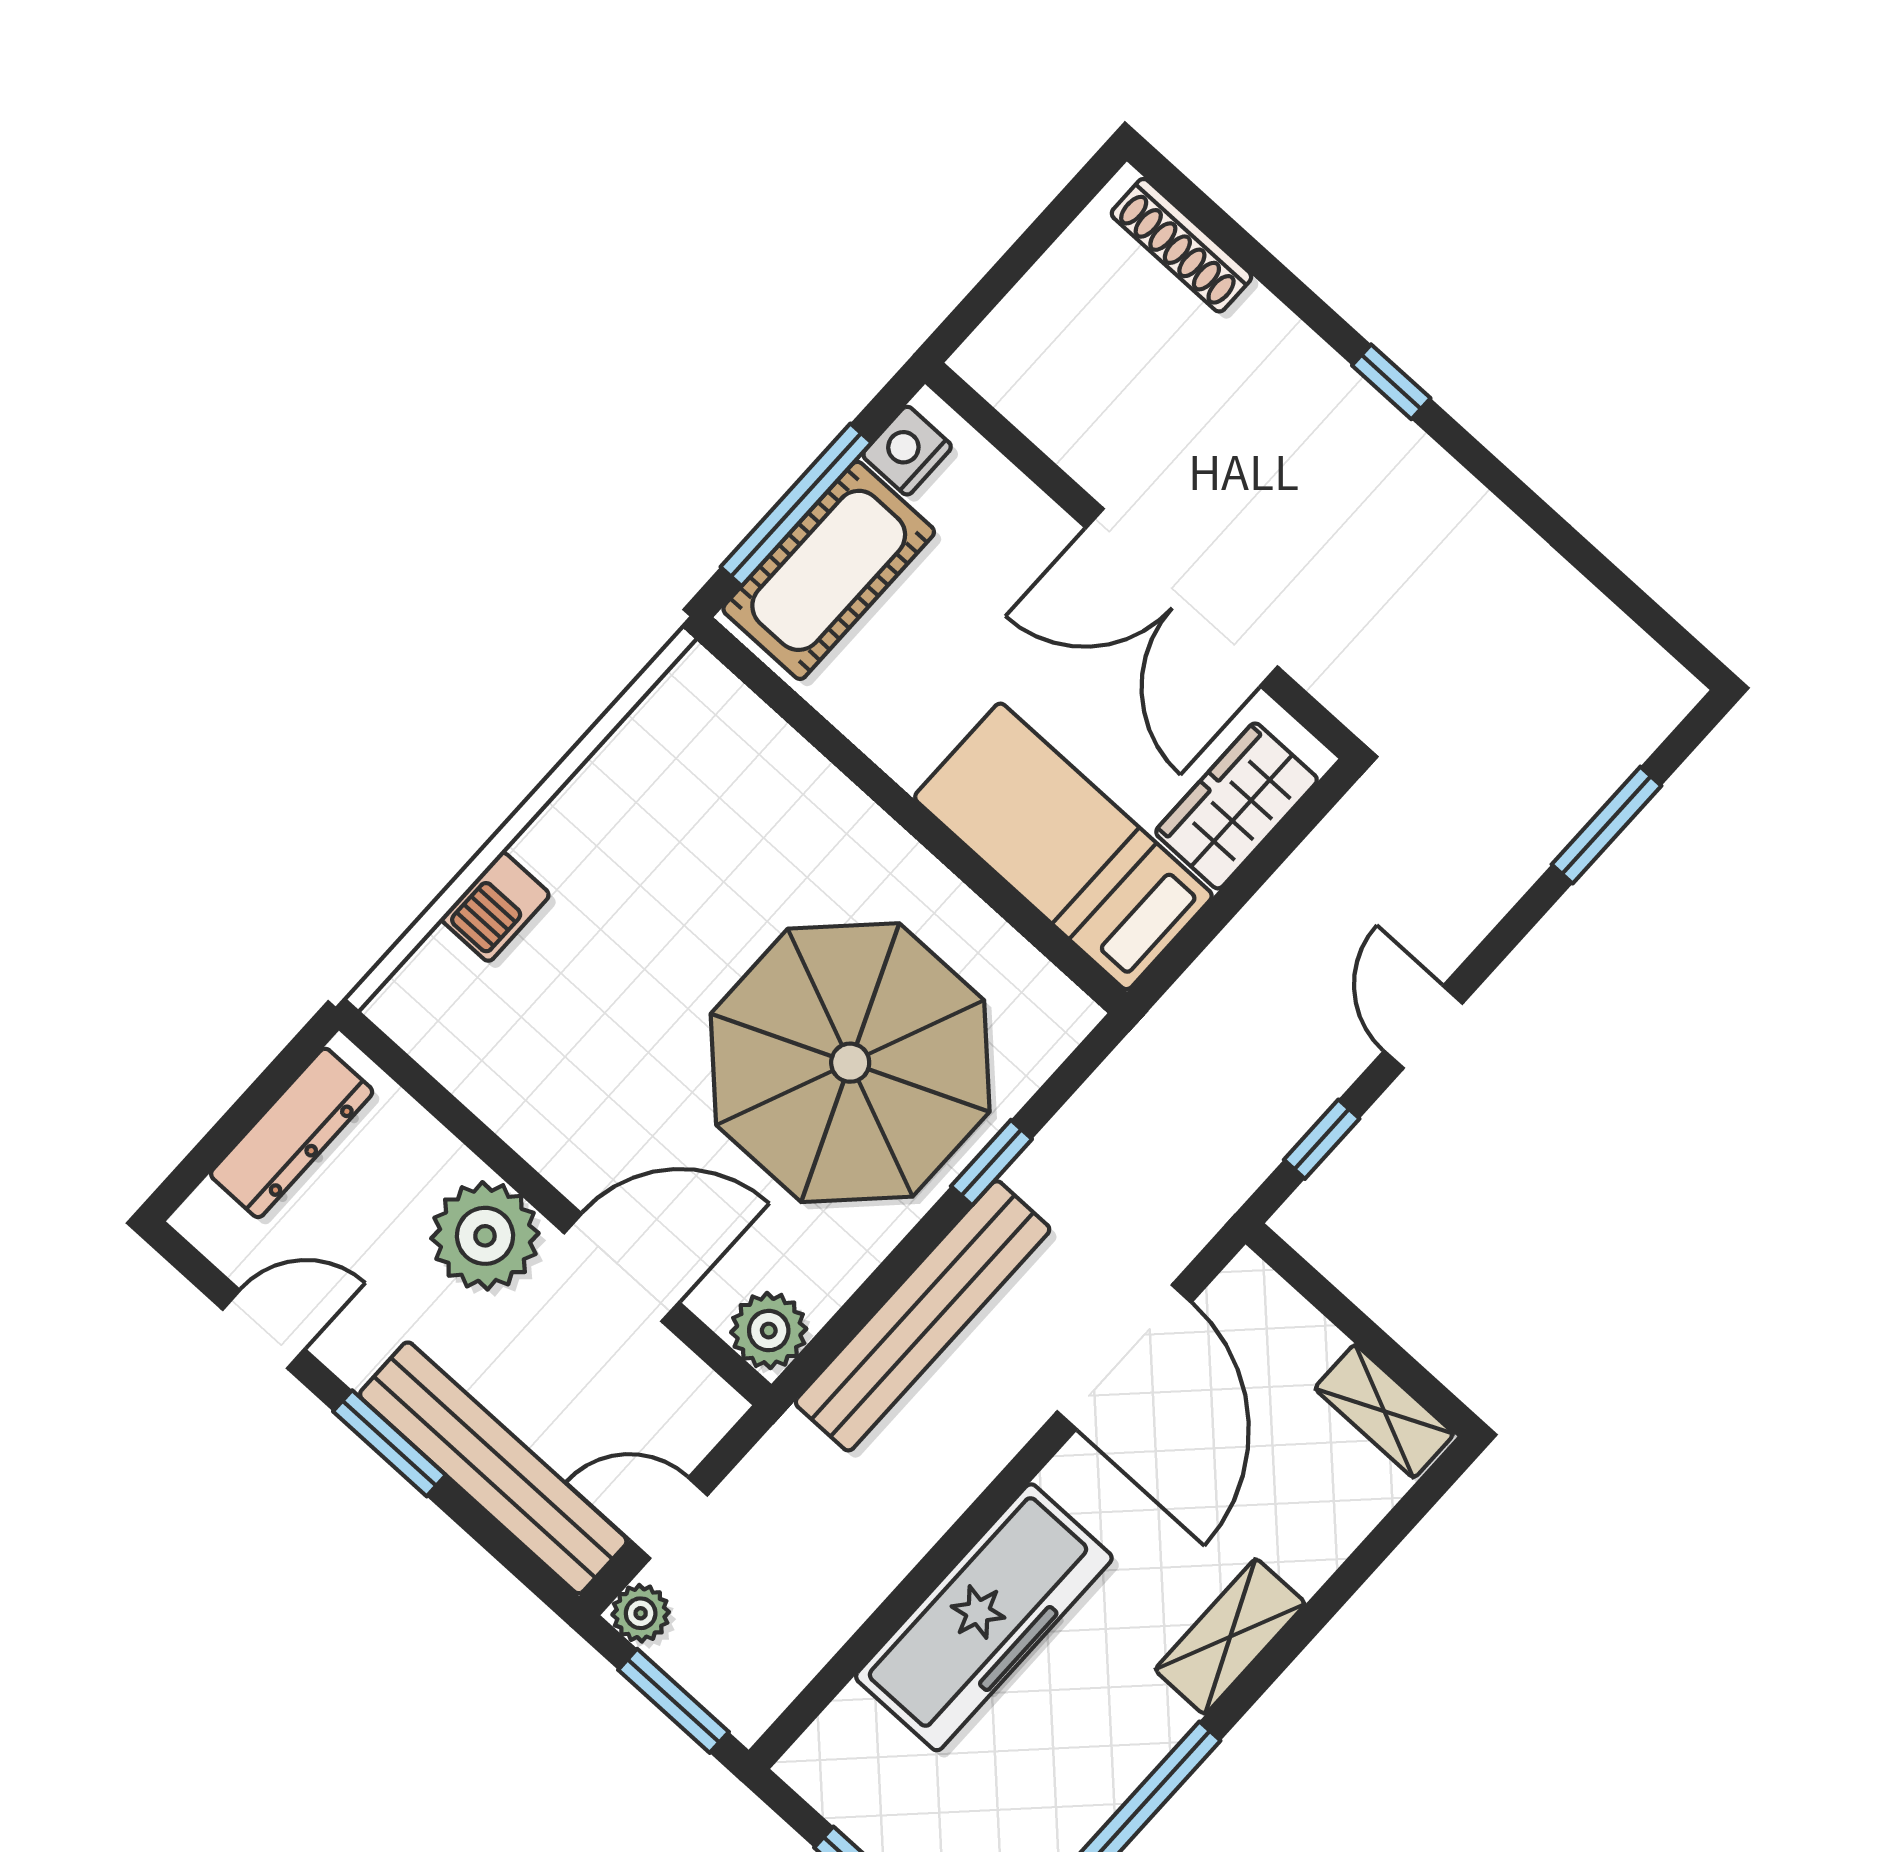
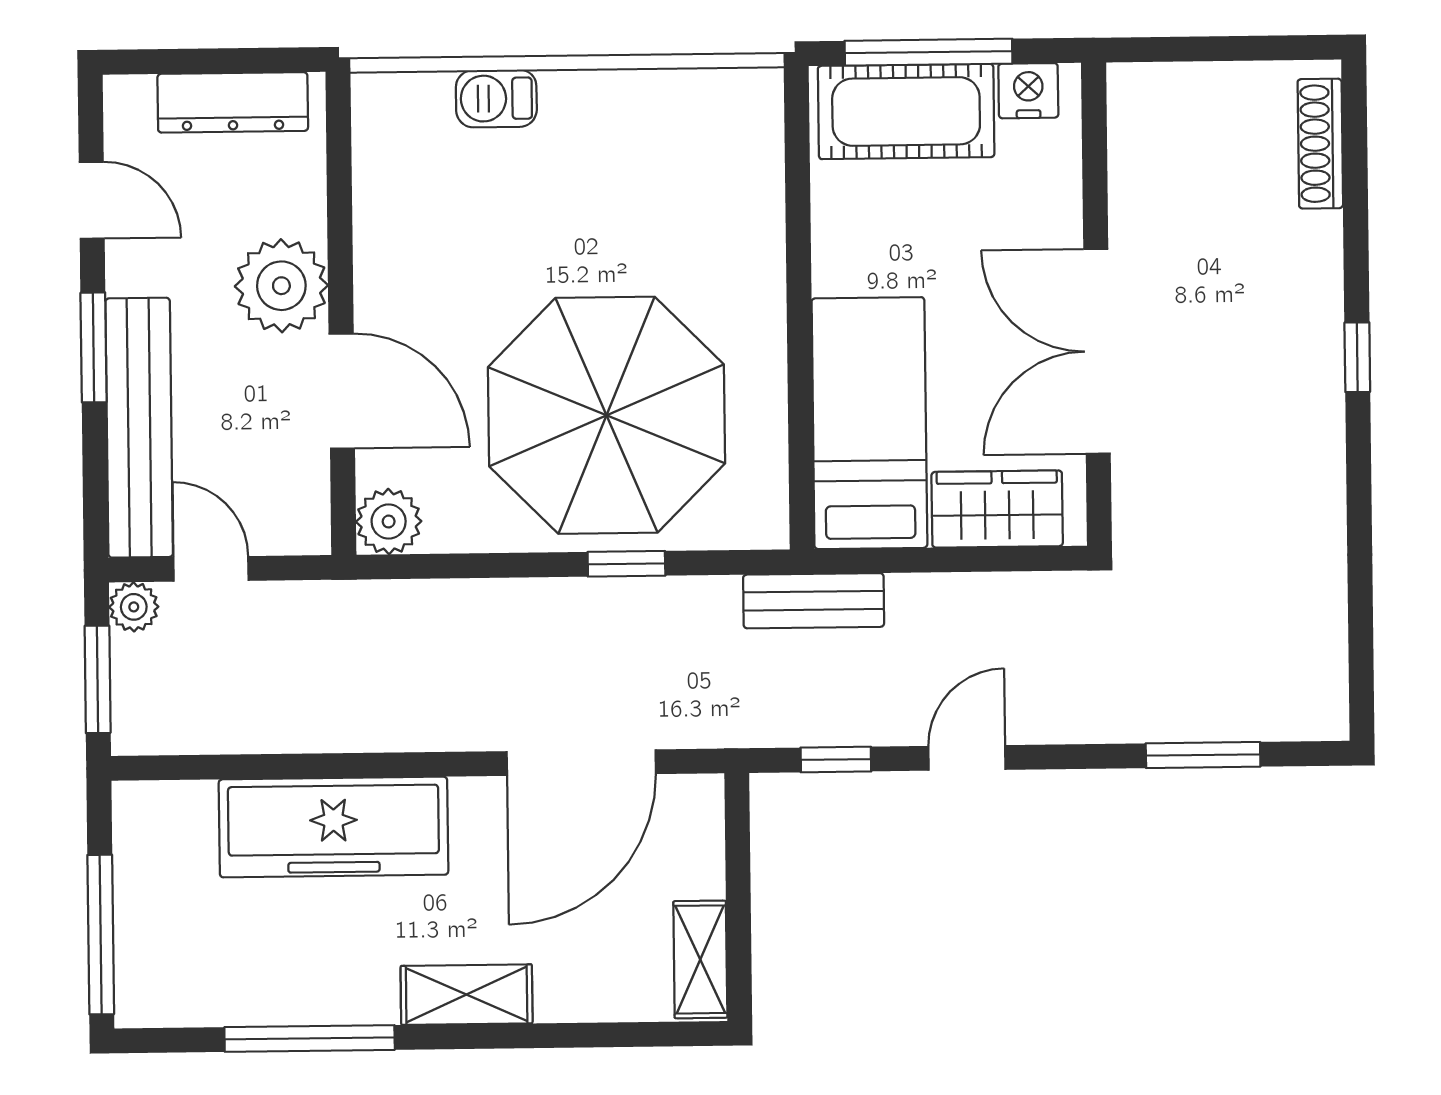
bench: (923, 1316) -> (814, 601), moved, width x0.54, depth x0.82

